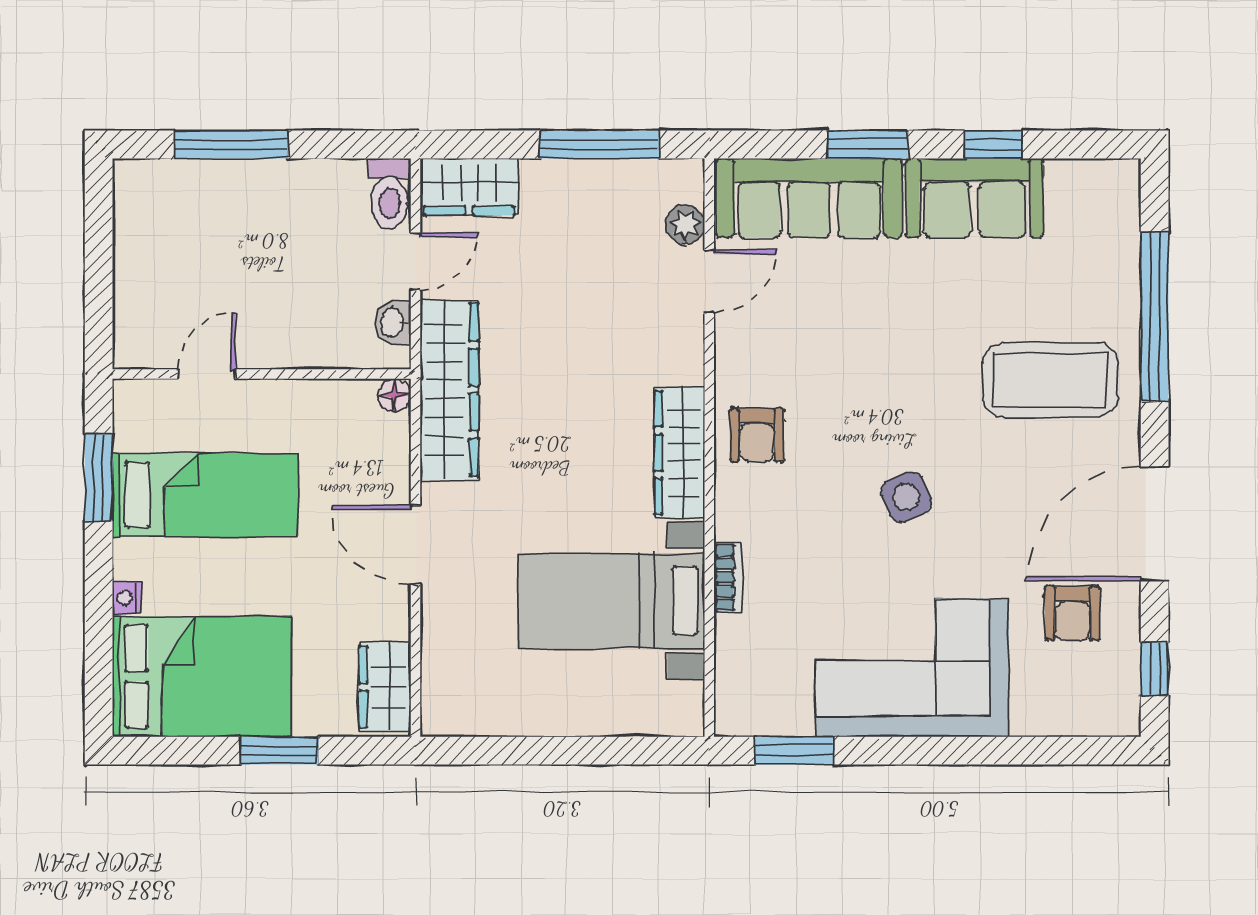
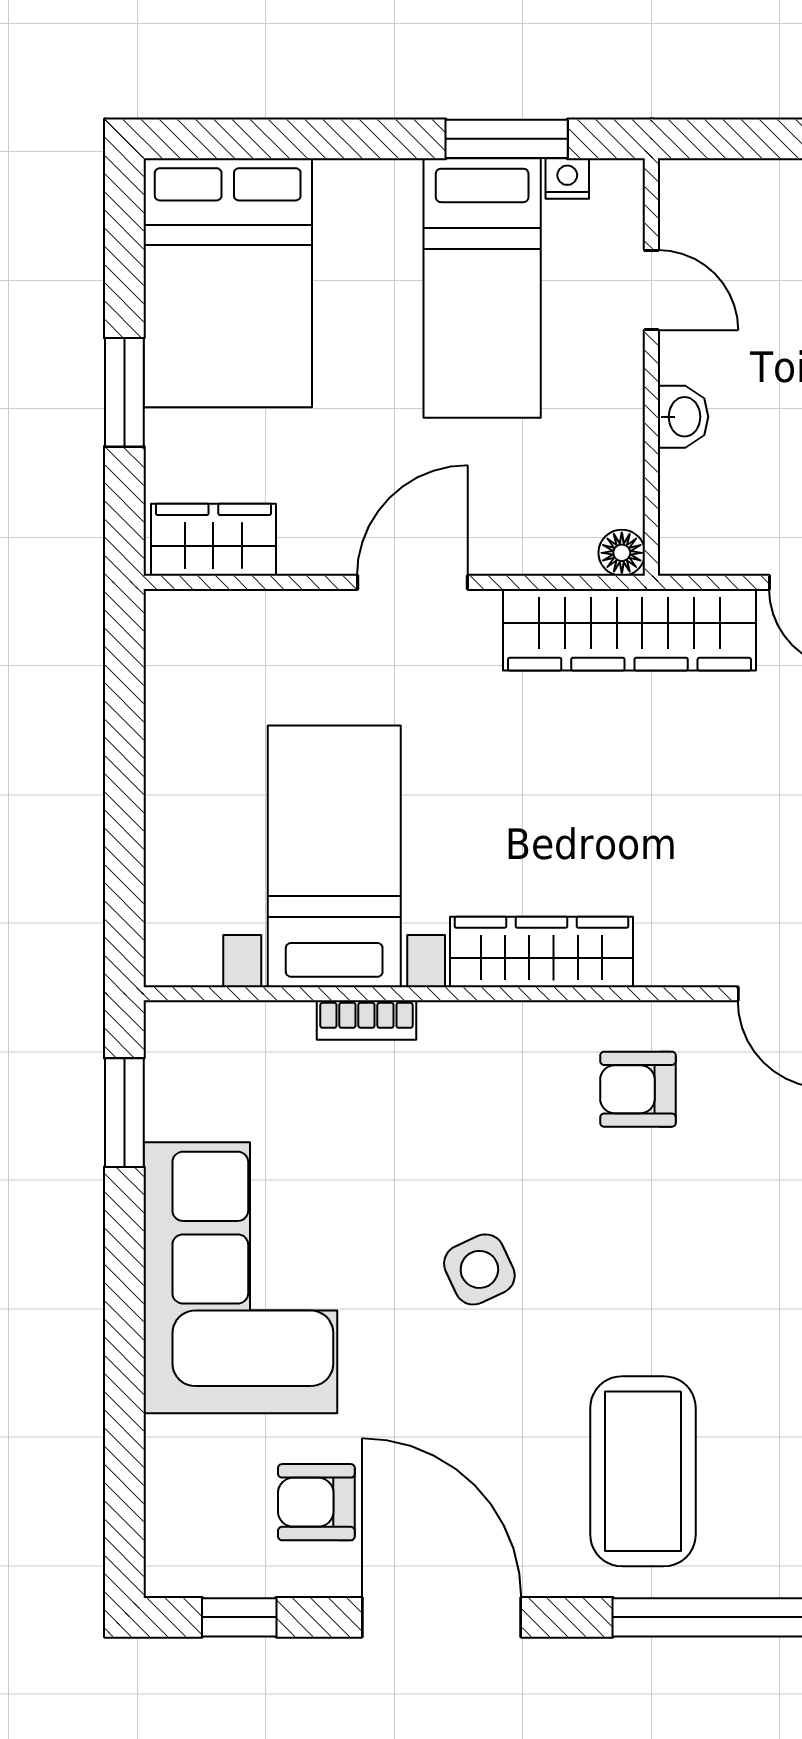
washbasin: (393, 323) -> (683, 417), moved, turned 90
armchair: (757, 435) -> (638, 1089), moved
nightstand: (127, 598) -> (567, 178), moved

